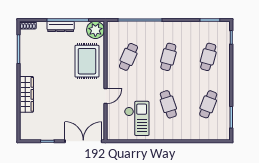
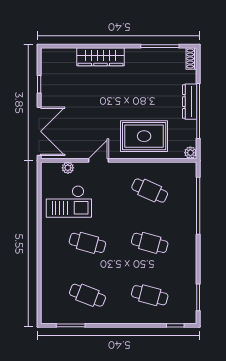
plant: (95, 30) -> (190, 153), width x0.53, depth x0.53
door: (105, 96) -> (98, 160), swing flipped
cafe table: (168, 104) -> (87, 243), turned 33
plant: (111, 119) -> (68, 168), added

